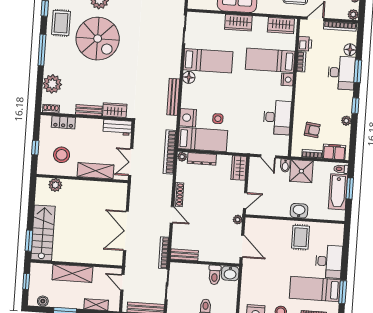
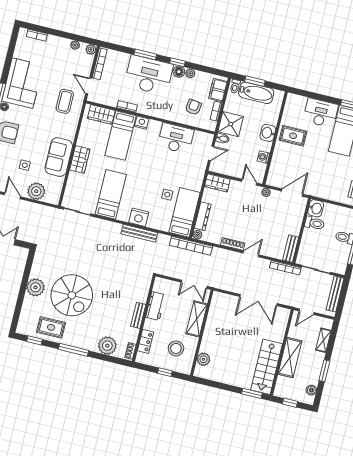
wardrobe: (281, 25) -> (101, 114), moved, turned 90
spiral stairs: (98, 39) -> (72, 295), turned 90
printer: (305, 44) -> (111, 100), removed
floor lamp: (350, 50) -> (179, 72), moved
desk: (341, 73) -> (149, 75), width x1.36, depth x1.30
floor lamp: (189, 77) -> (123, 215), removed
wardrobe: (115, 110) -> (142, 291), removed
nightstand: (188, 118) -> (139, 217), moved
workbench: (117, 127) -> (155, 306), moved
washing machine: (273, 211) -> (263, 157), added
stairs: (43, 233) -> (267, 367), moved, turned -90

